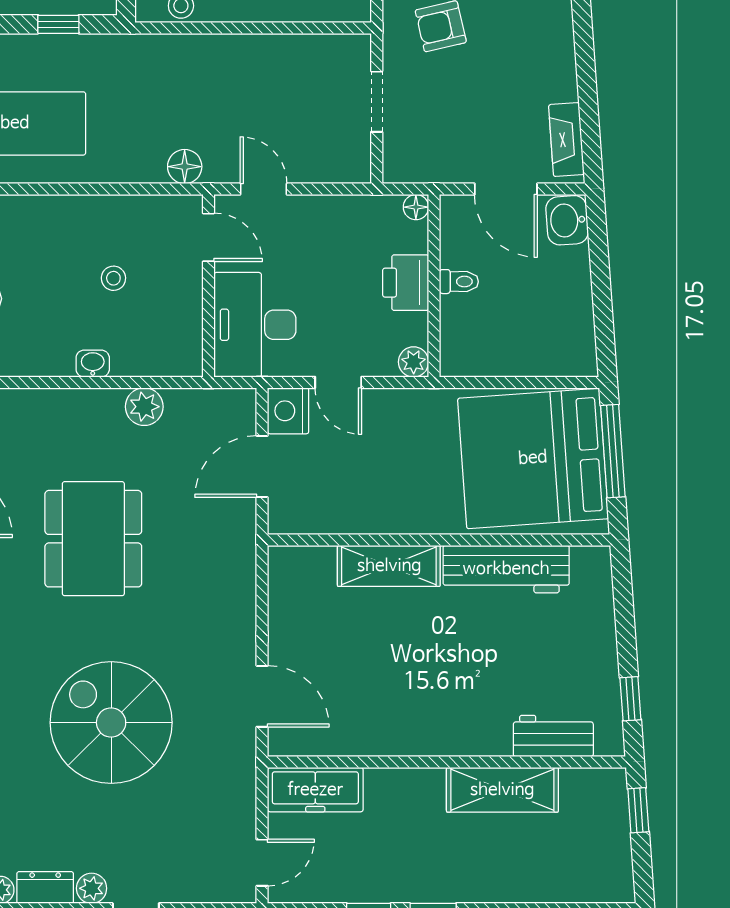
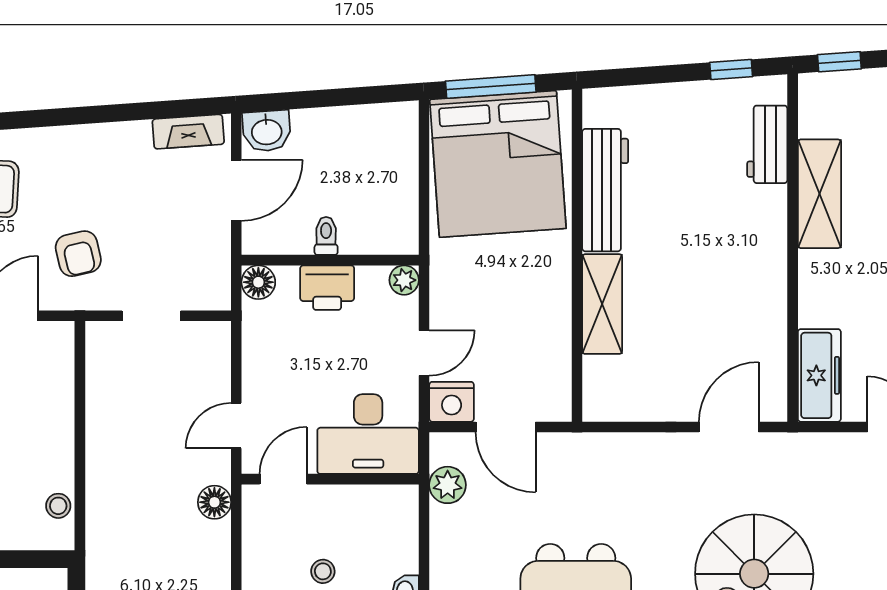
floor lamp: (416, 207) -> (258, 282), width x1.37, depth x1.37
plant: (144, 407) -> (448, 485), moved

